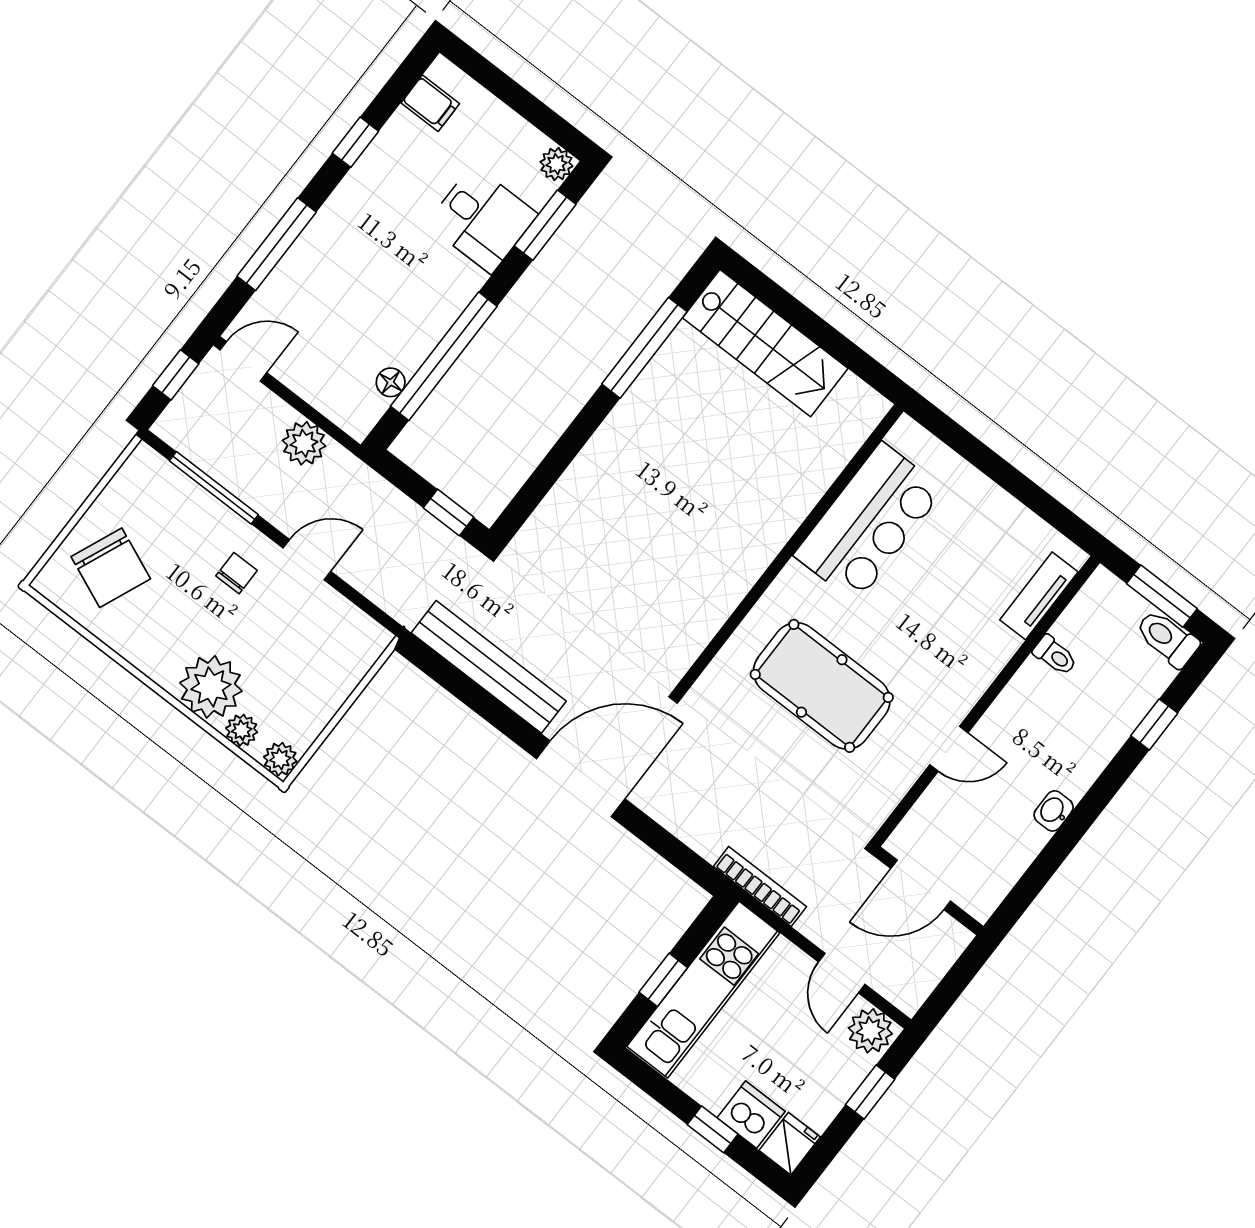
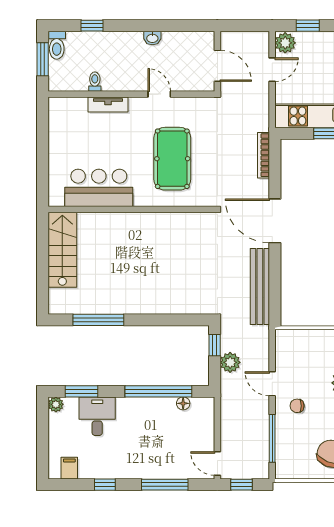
stairs: (765, 343) -> (62, 250), moved
plant: (304, 443) -> (230, 362), moved
tv unit: (1039, 596) -> (108, 104), moved
bookcase: (760, 886) -> (264, 155), moved

